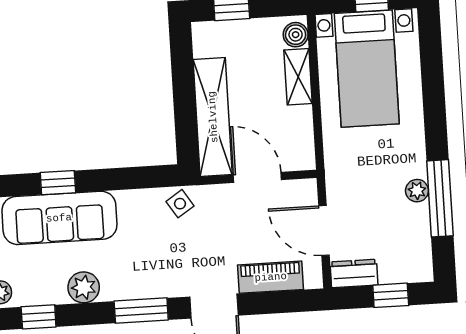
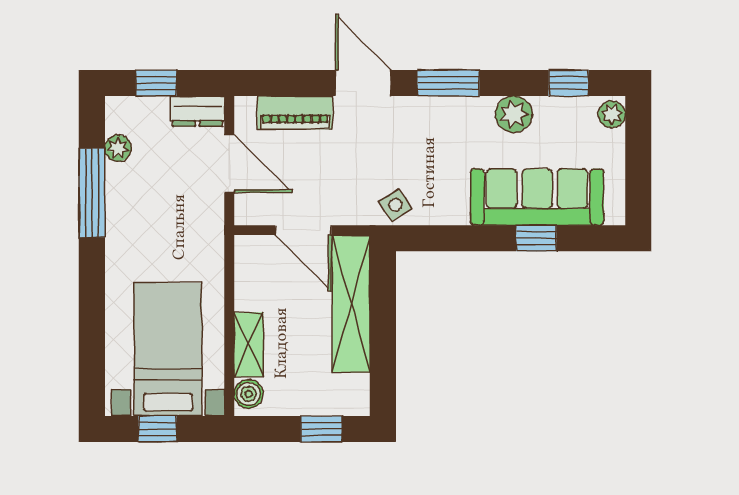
plant: (417, 191) -> (118, 148), moved

